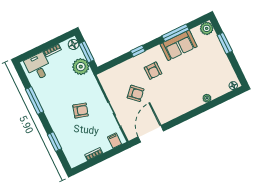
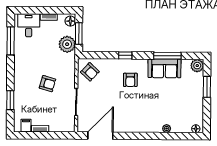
armchair: (136, 93) -> (90, 72), moved
window: (35, 100) -> (11, 41), moved
filing cabinet: (115, 141) -> (26, 126), moved

